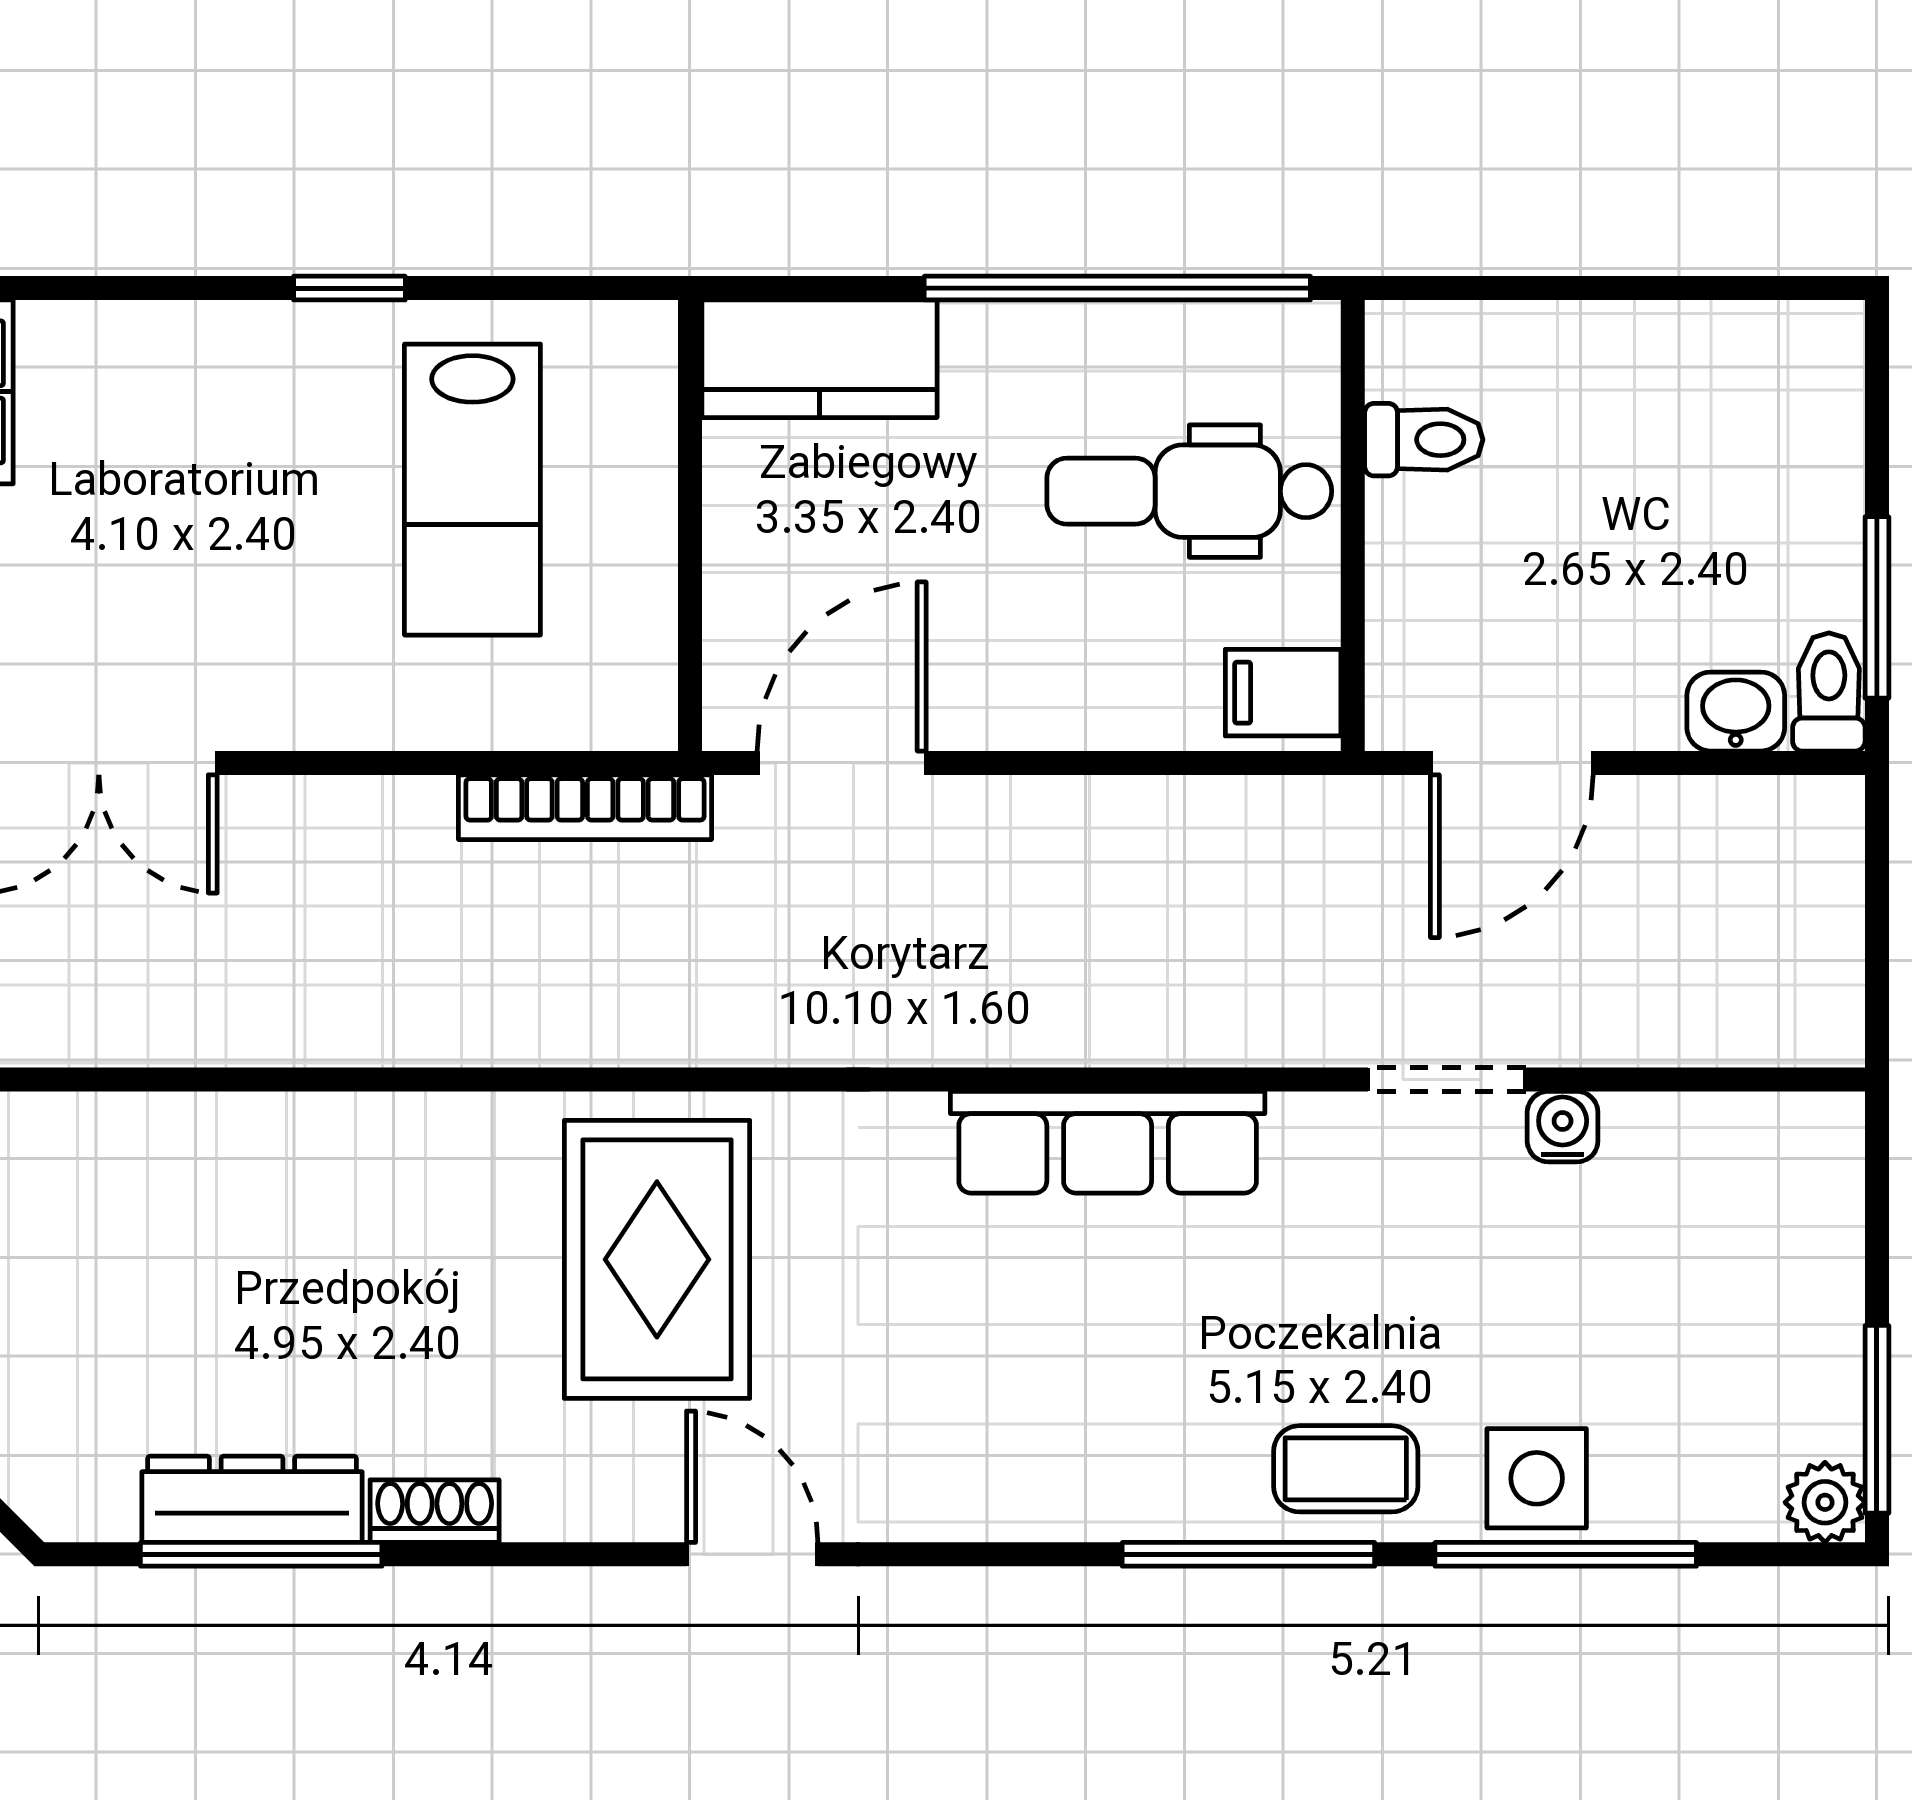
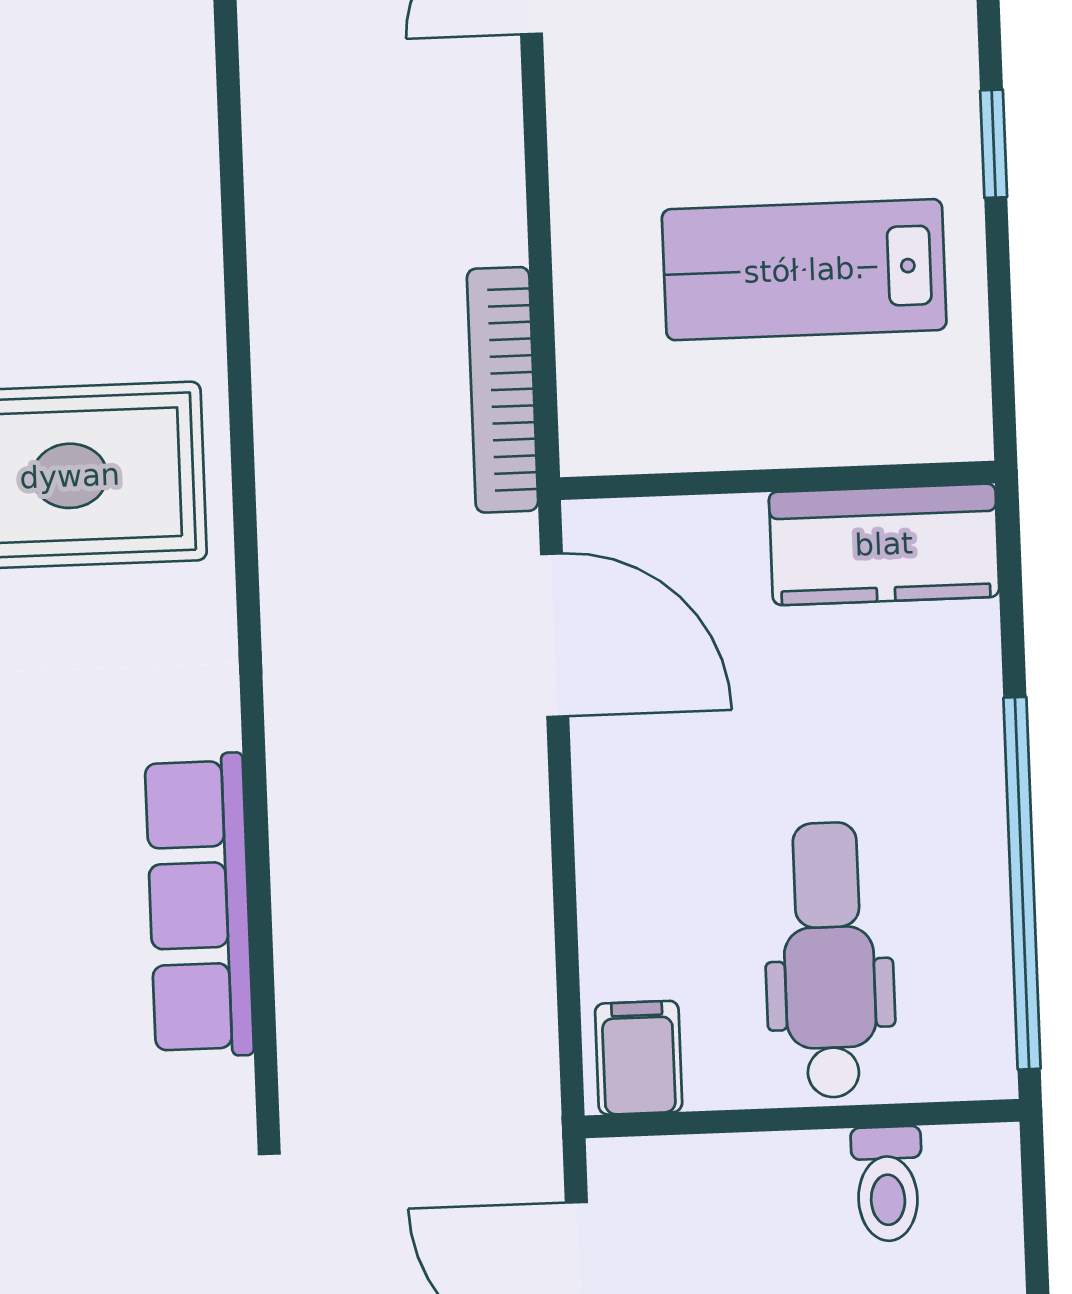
kitchen counter: (819, 359) -> (884, 544), moved, turned -90

